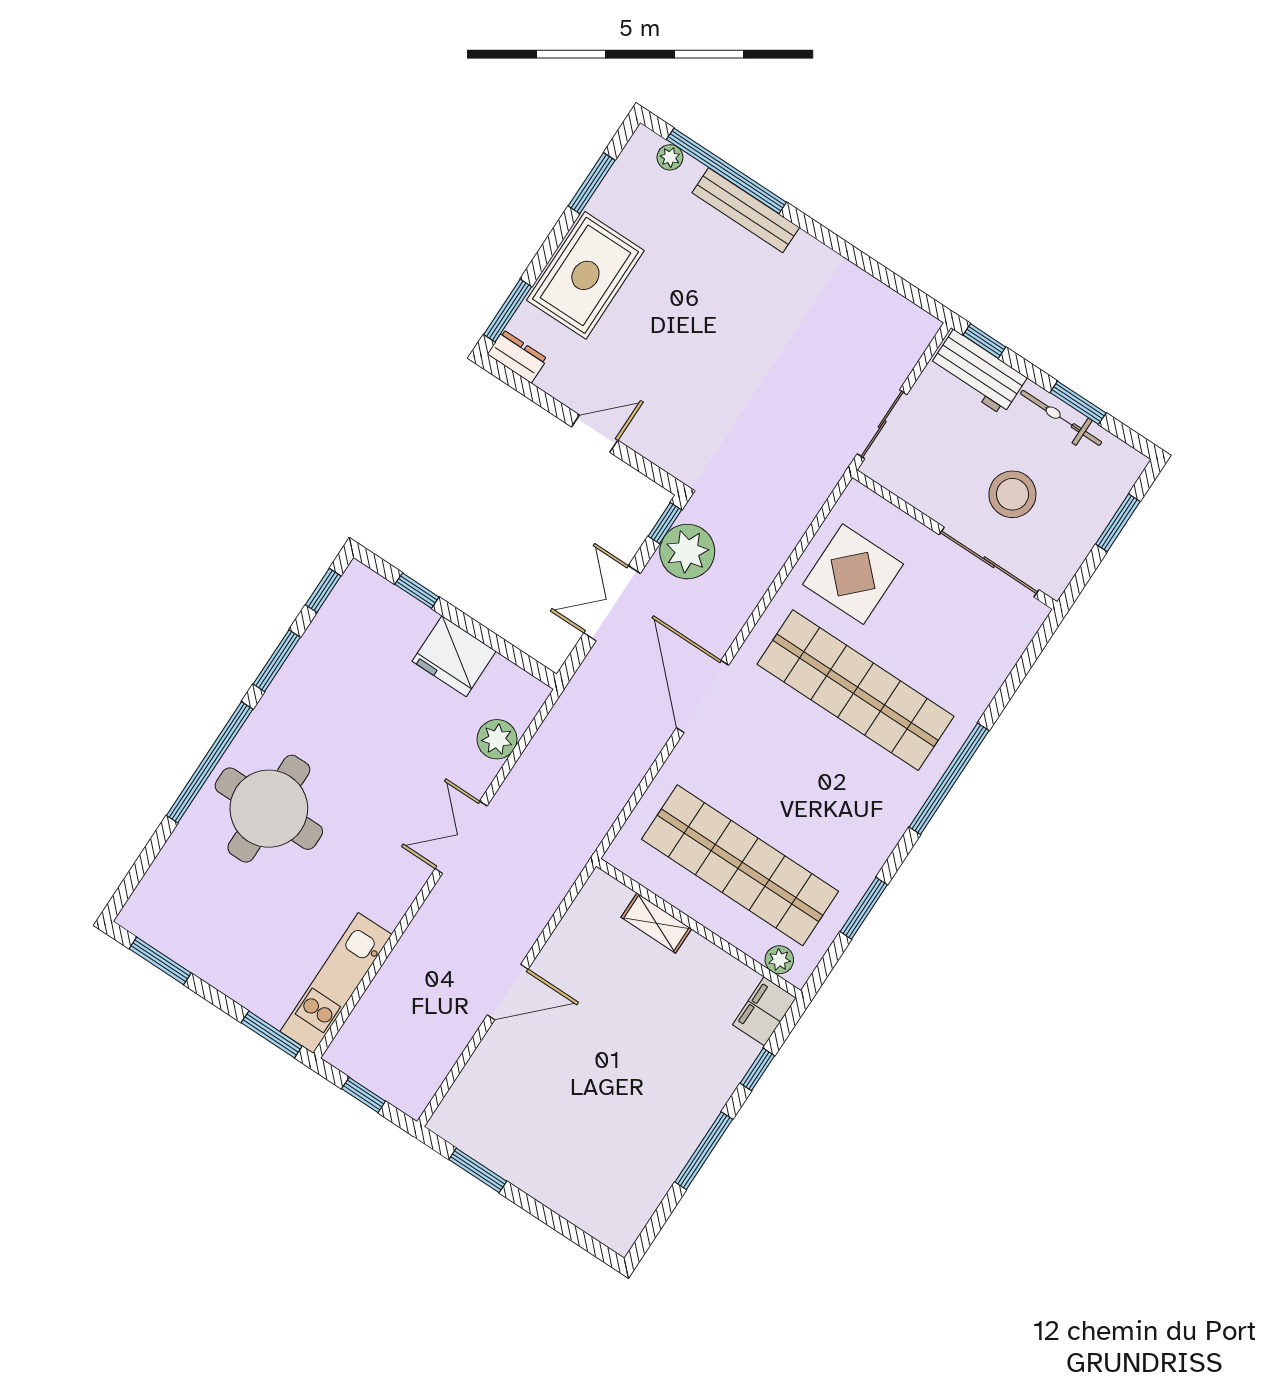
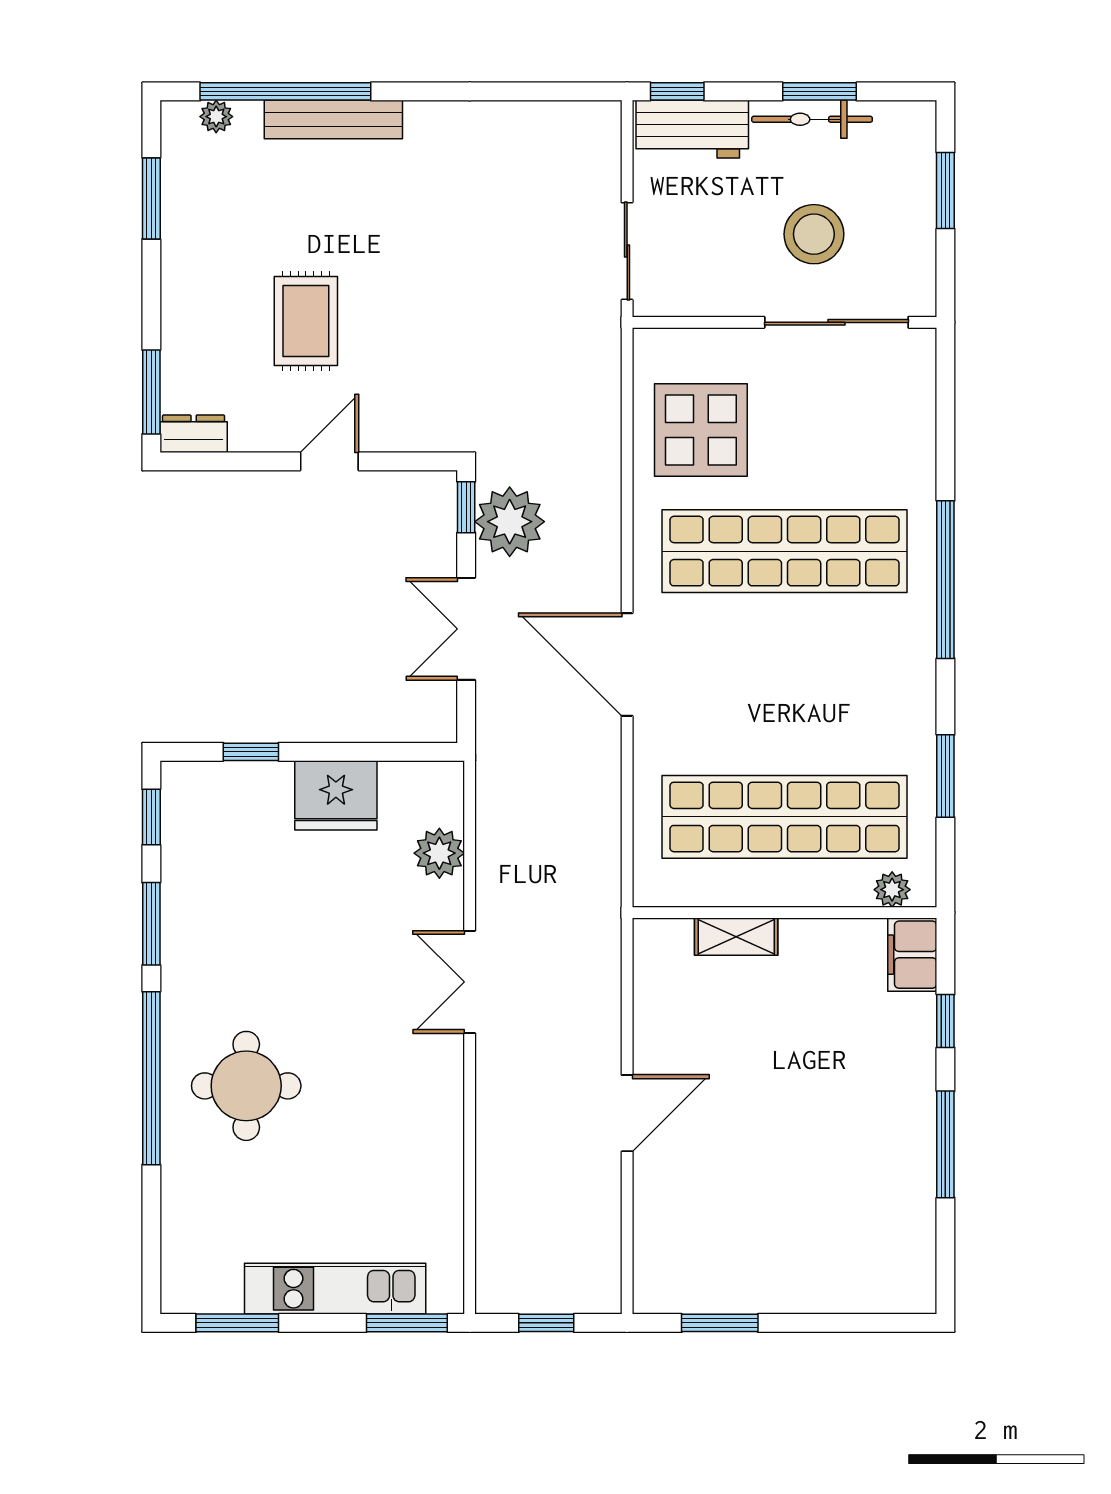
rug: (585, 275) -> (306, 321), moved, width x0.73, depth x0.70
round table: (269, 809) -> (246, 1086), width x0.73, depth x0.73
kitchen unit: (336, 983) -> (335, 1289), moved, turned 90

